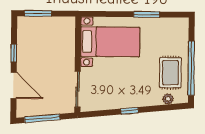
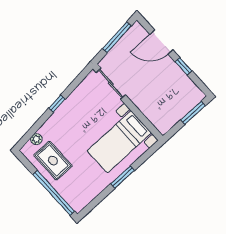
window: (146, 14) -> (123, 177), moved
window: (191, 68) -> (54, 193), moved

